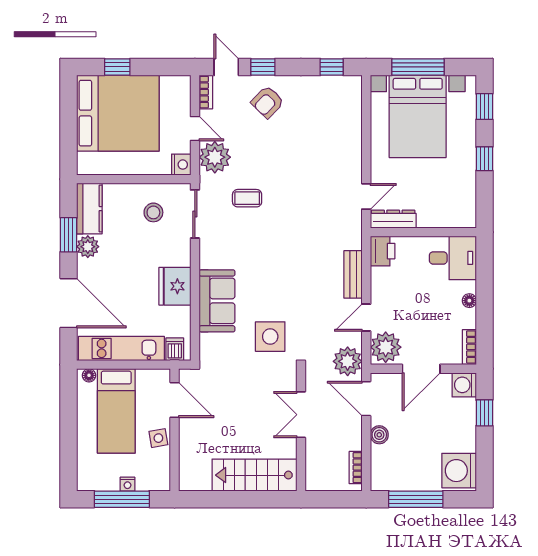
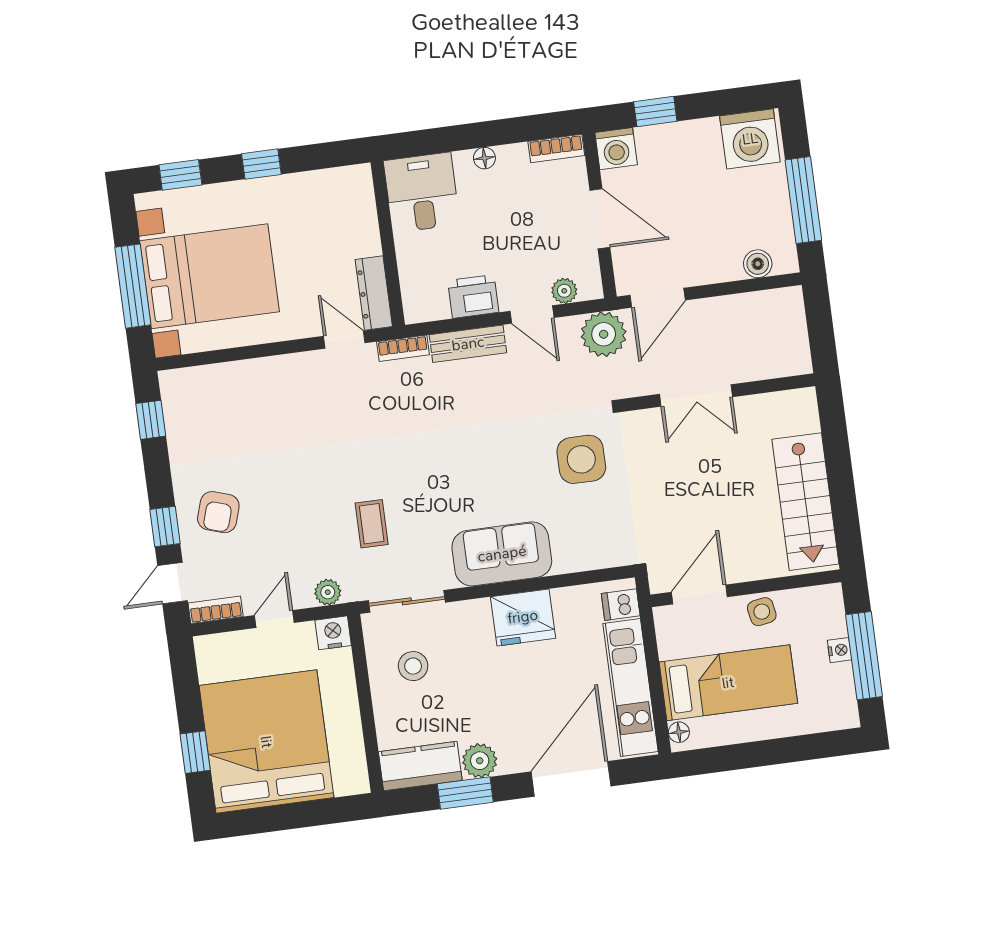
armchair: (267, 102) -> (218, 512), turned 64
plant: (215, 157) -> (328, 592), width x0.53, depth x0.53
printer: (383, 251) -> (473, 296), moved
sofa: (217, 301) -> (502, 554), moved
plant: (386, 347) -> (564, 291), width x0.53, depth x0.53
boiler: (379, 435) -> (758, 264), moved
bookcase: (356, 468) -> (403, 348), moved
stairs: (254, 475) -> (805, 502), moved

